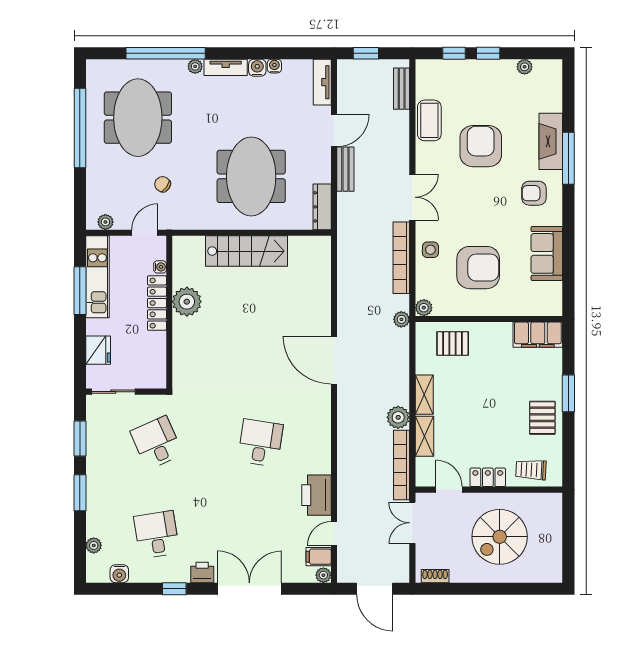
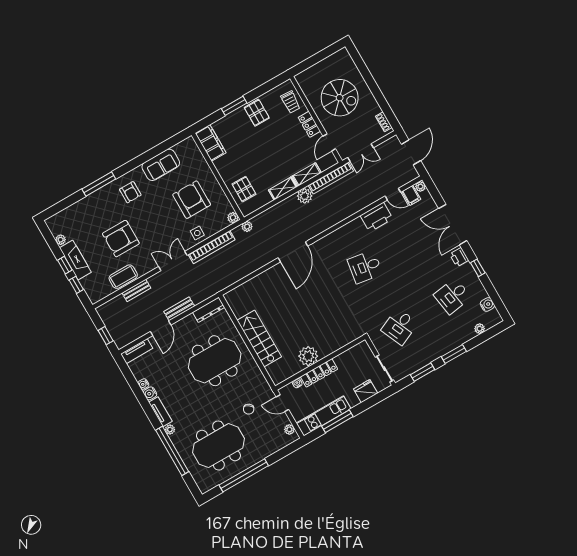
bench: (402, 89) -> (136, 290), moved
door: (334, 130) -> (161, 328), swing flipped
fireplace: (551, 141) -> (75, 260), moved, turned -90
pallet: (542, 418) -> (257, 113), turned 90

